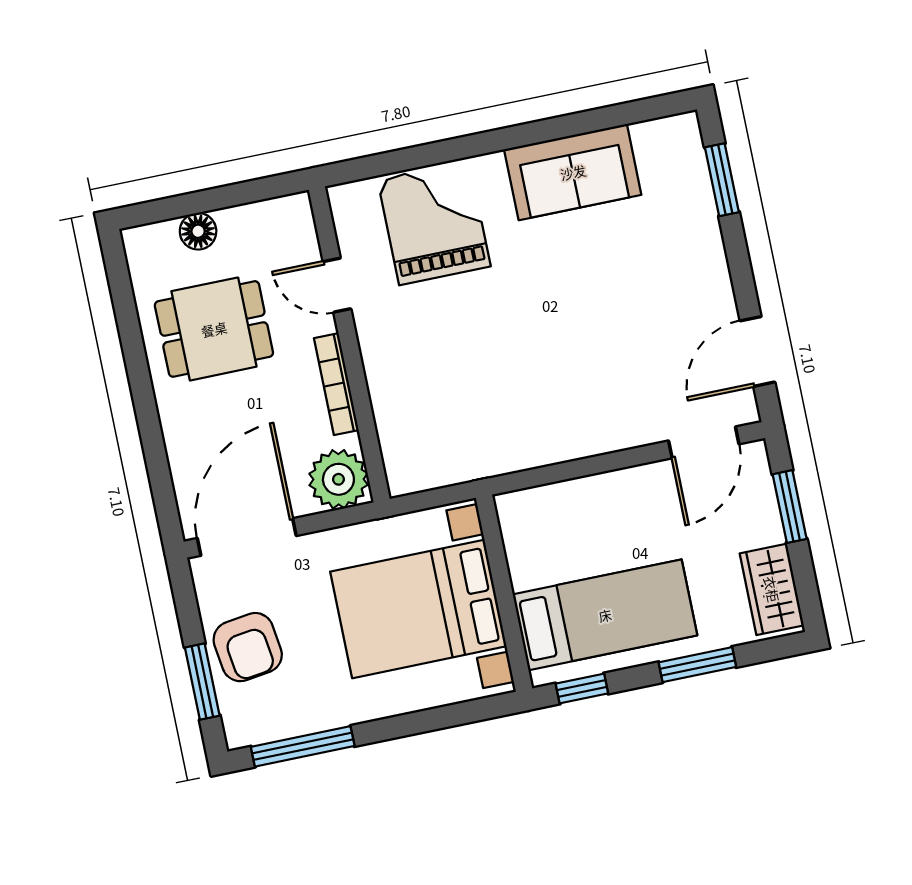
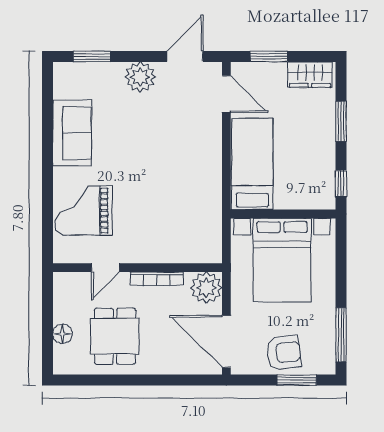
plant: (702, 276) -> (140, 77), added
door: (757, 351) -> (185, 56), swing flipped
bed: (605, 615) -> (252, 164), moved

